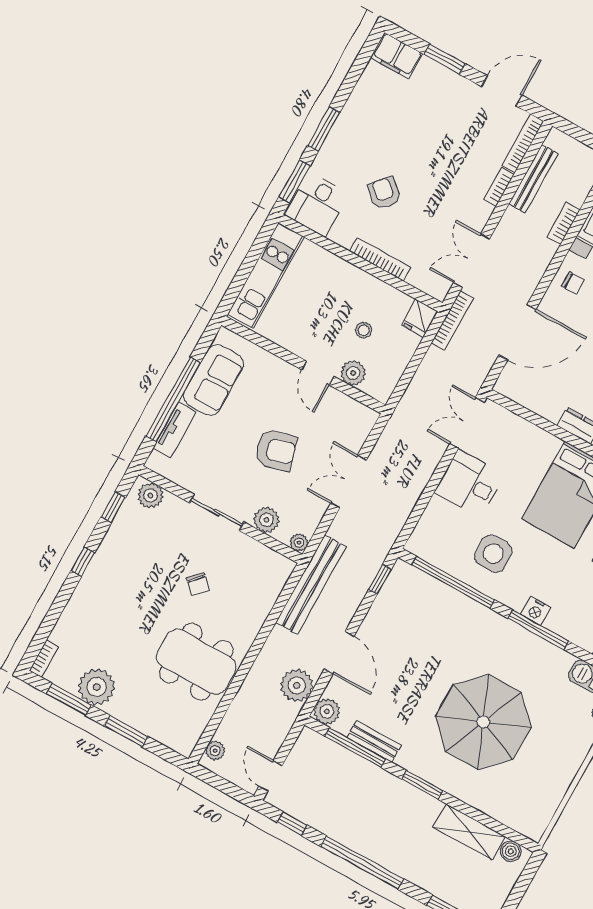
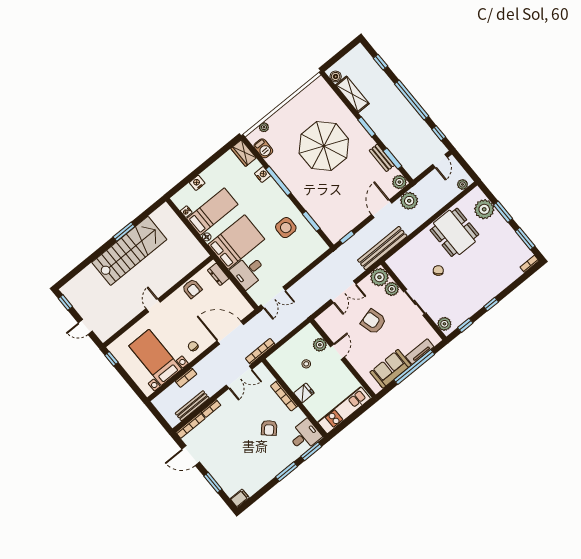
filing cabinet: (396, 56) -> (240, 498), width x0.50
fridge: (420, 318) -> (304, 393), moved
desk: (470, 484) -> (248, 271), moved, turned 90
plant: (299, 543) -> (379, 277), width x1.87, depth x1.87
window: (453, 582) -> (311, 221), width x0.47
nightstand: (536, 611) -> (263, 174), moved
plant: (97, 687) -> (484, 209), moved
window: (355, 748) -> (392, 158), width x0.69

